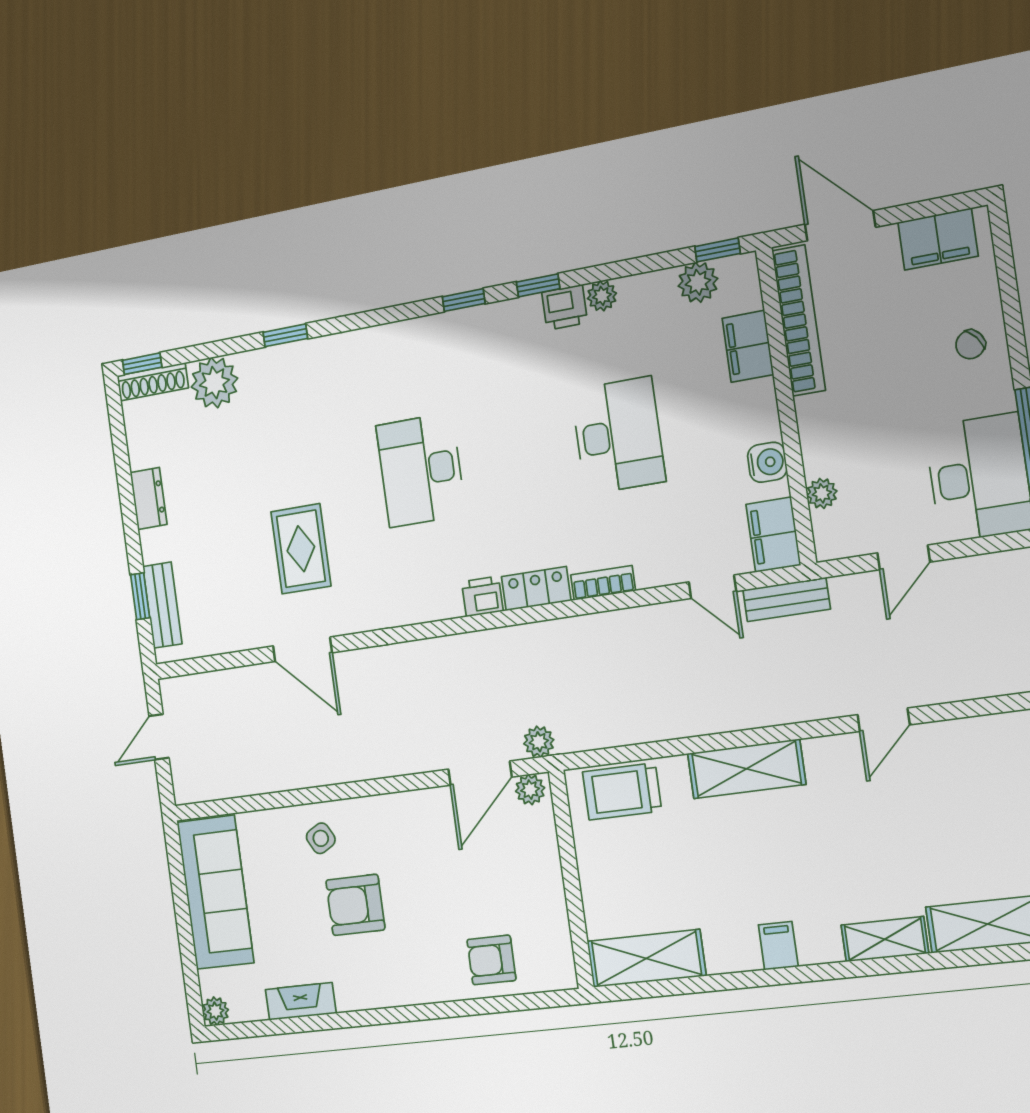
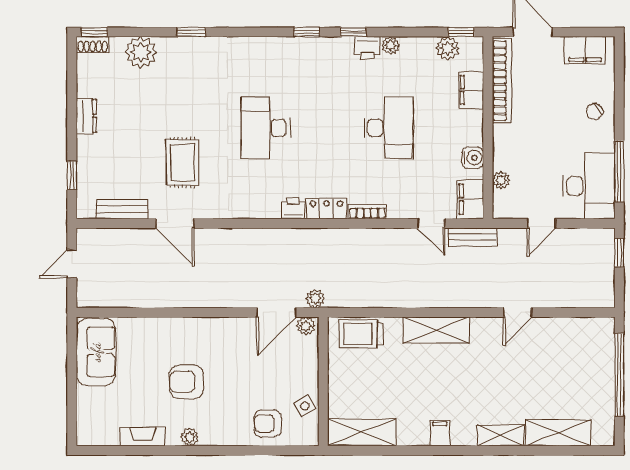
shoe rack: (153, 382) -> (93, 44), width x0.70
bench: (162, 605) -> (122, 209), moved, turned 90
side table: (321, 838) -> (305, 406), moved
sofa: (215, 892) -> (96, 352), width x0.73
plant: (215, 1011) -> (190, 437), moved

